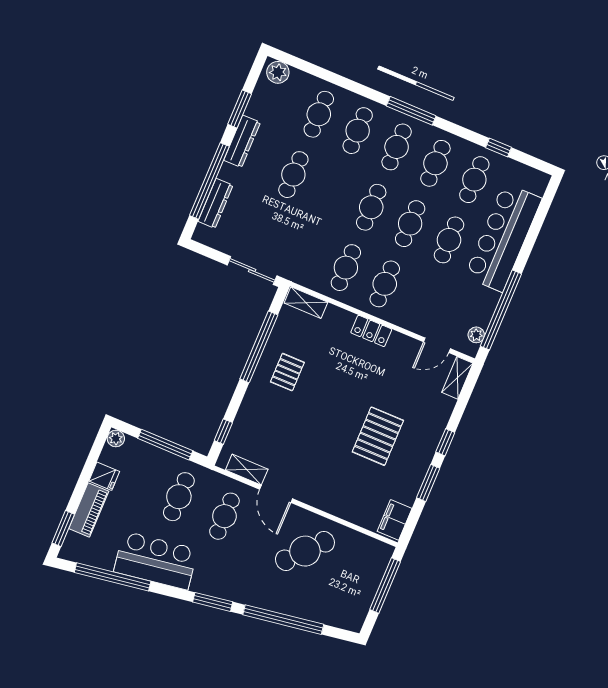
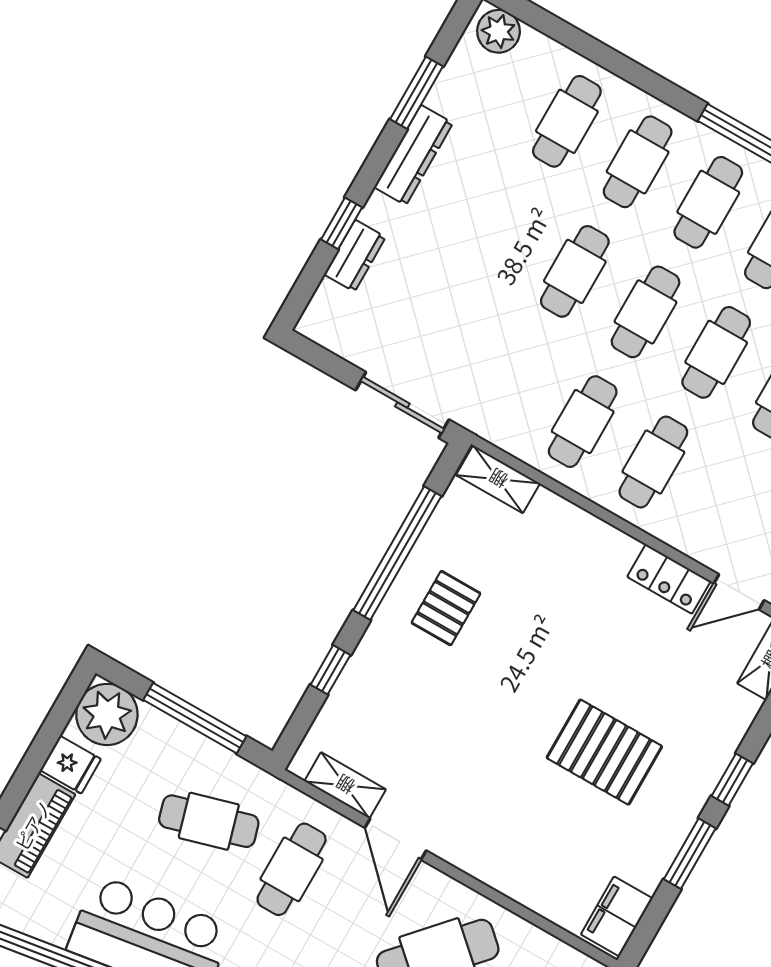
cafe table: (293, 175) -> (575, 271), moved
window: (209, 181) -> (342, 223), width x0.32
dresser: (215, 203) -> (355, 256), width x0.70
locker: (371, 331) -> (669, 579), moved
window: (223, 432) -> (330, 670), moved
pallet: (378, 436) -> (604, 752), turned 90
plant: (116, 439) -> (107, 714), width x1.87, depth x1.87
cafe table: (179, 497) -> (209, 821), turned 74

